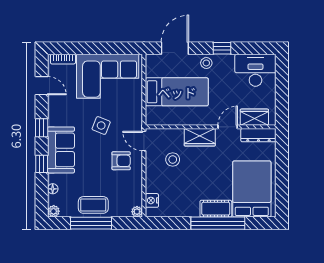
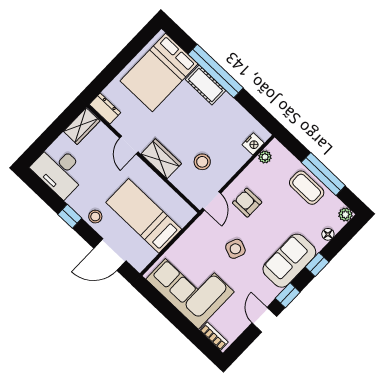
door: (42, 86) -> (264, 320), moved
wardrobe: (254, 117) -> (82, 126), moved, turned -90
door: (228, 127) -> (129, 145), hinge flipped
dresser: (258, 135) -> (105, 109), width x0.70
plant: (137, 212) -> (265, 157), moved

